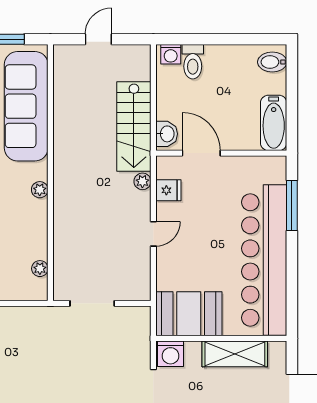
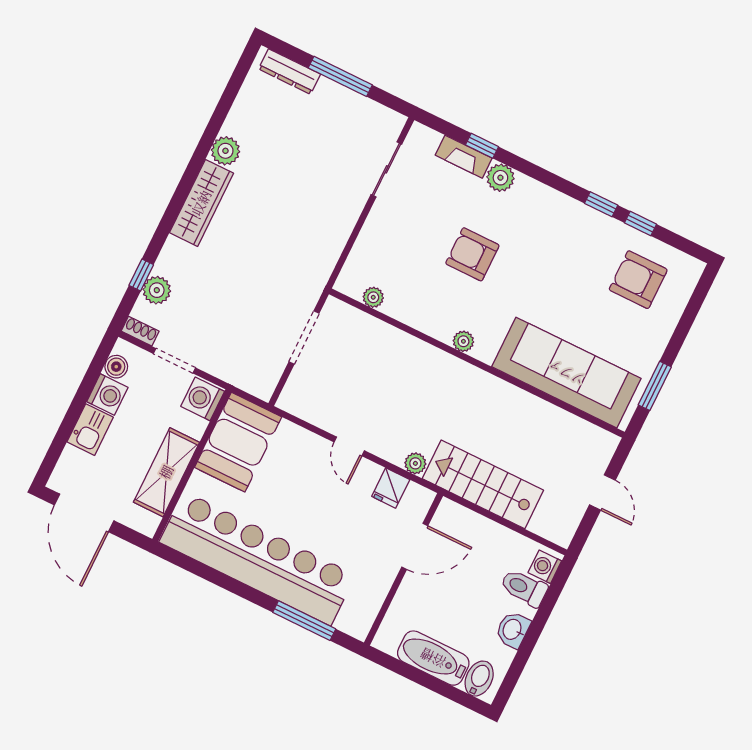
bathtub: (274, 123) -> (433, 658), moved
washbasin: (167, 134) -> (513, 630), moved, turned 90

